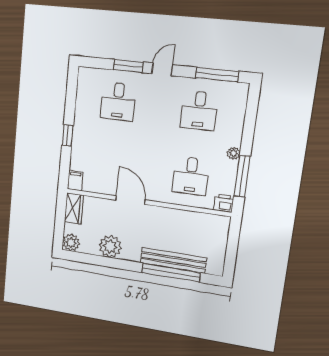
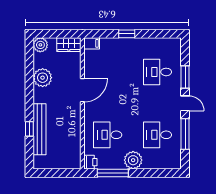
window: (217, 75) -> (185, 134), moved
plant: (234, 153) -> (133, 160), width x1.88, depth x1.88
window: (171, 273) -> (29, 129), width x0.32

